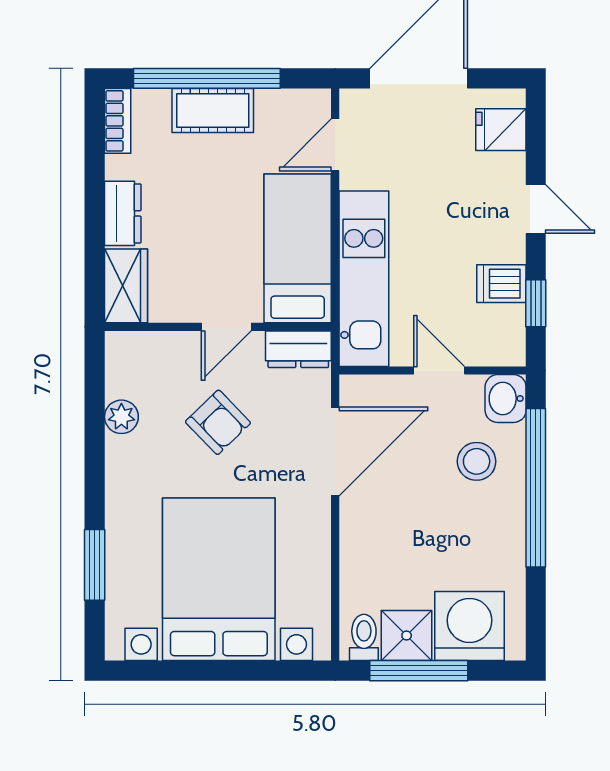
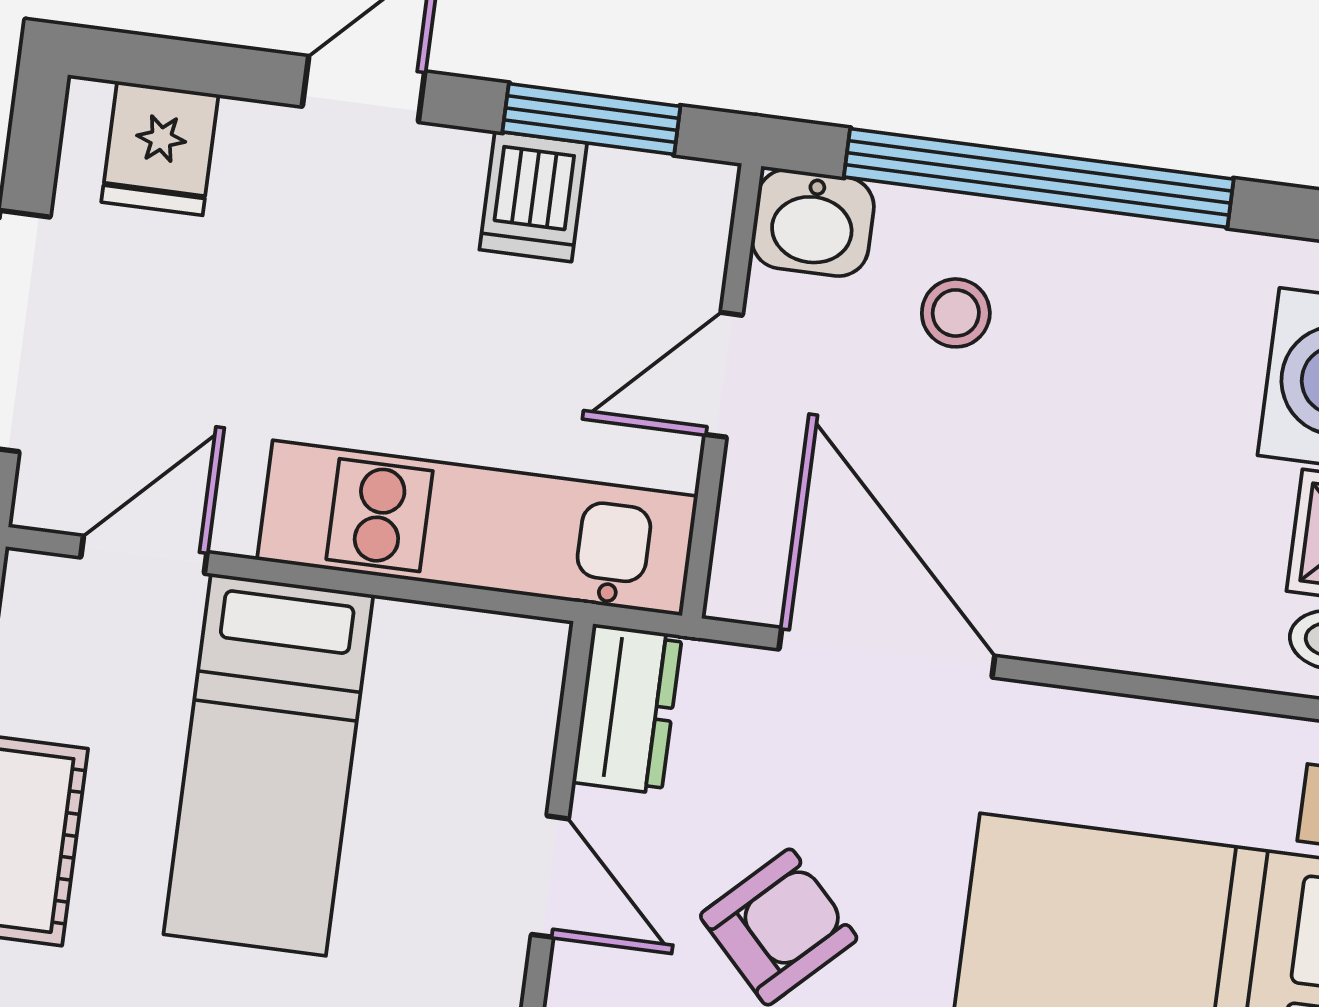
door: (335, 145) -> (144, 555), swing flipped
bed: (298, 248) -> (268, 765), moved, turned -90
window: (536, 303) -> (591, 119), width x1.50
stool: (477, 461) -> (956, 313), width x0.73, depth x0.73

